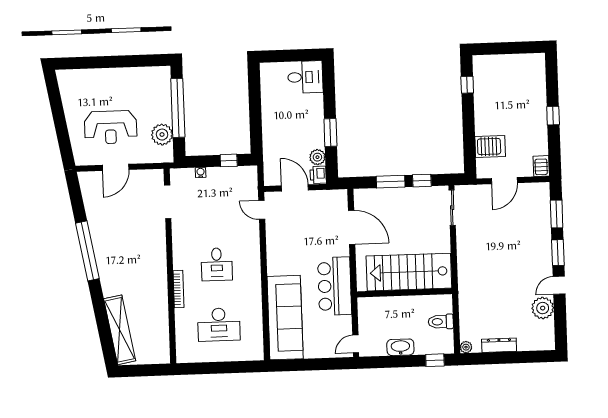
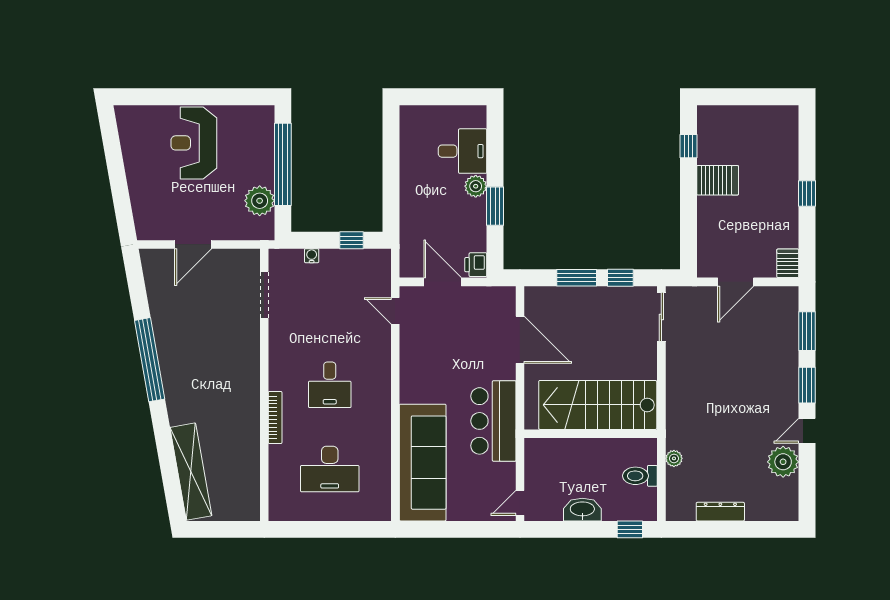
desk: (305, 77) -> (463, 151), moved
reception desk: (111, 127) -> (194, 143), moved, turned 90
server rack: (490, 146) -> (718, 180), moved
plant: (317, 157) -> (476, 186), moved
plant: (466, 347) -> (674, 458), moved

